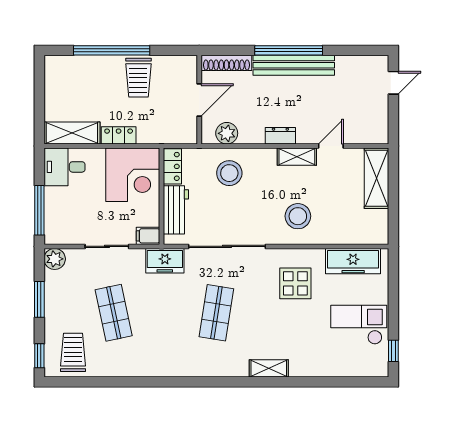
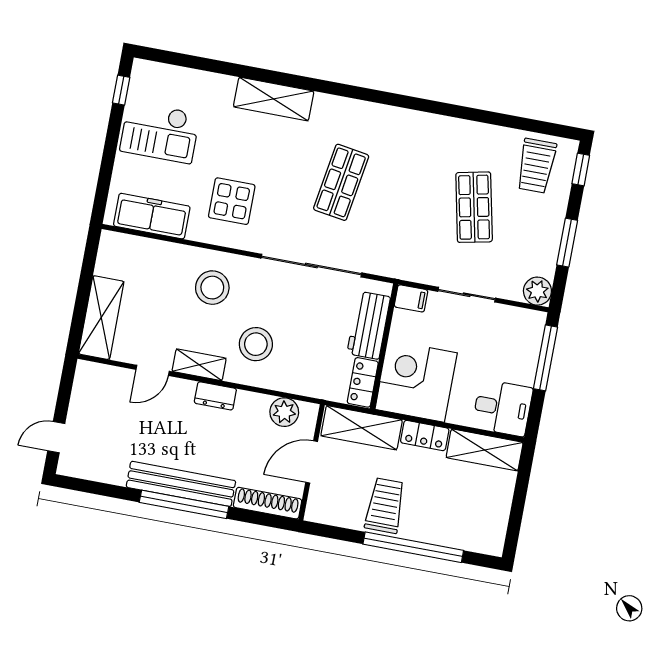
shelving: (167, 132) -> (362, 428), added
stool: (229, 173) -> (256, 344), moved
freezer: (165, 261) -> (395, 262), removed
shelving: (269, 368) -> (274, 99), width x1.50, depth x1.33

